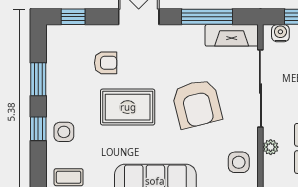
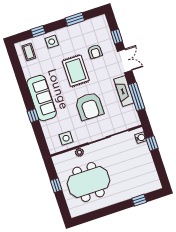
window: (73, 17) -> (117, 36), moved
fireplace: (232, 35) -> (124, 91), moved
armchair: (197, 104) -> (89, 106), turned -76
window: (38, 129) -> (38, 31), moved

